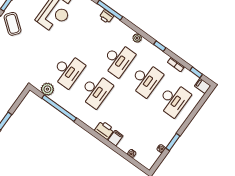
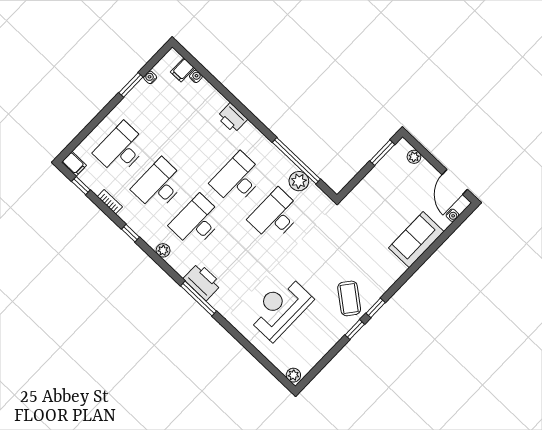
printer: (106, 17) -> (202, 281), width x1.87, depth x1.48
plant: (47, 89) -> (299, 181), moved
filing cabinet: (115, 138) -> (183, 70), moved

